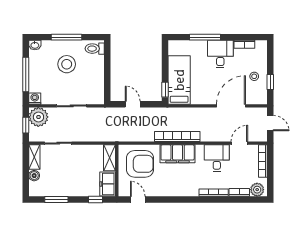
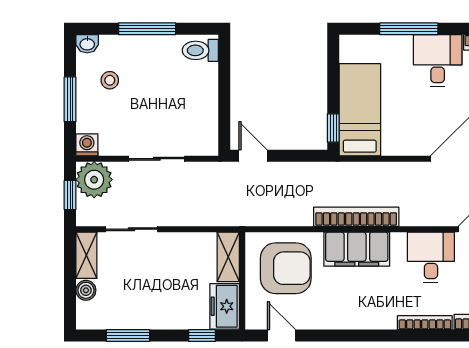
stool: (67, 64) -> (110, 80), moved, width x0.53, depth x0.53
window: (26, 74) -> (70, 99), width x0.69
door: (133, 104) -> (253, 156), moved

